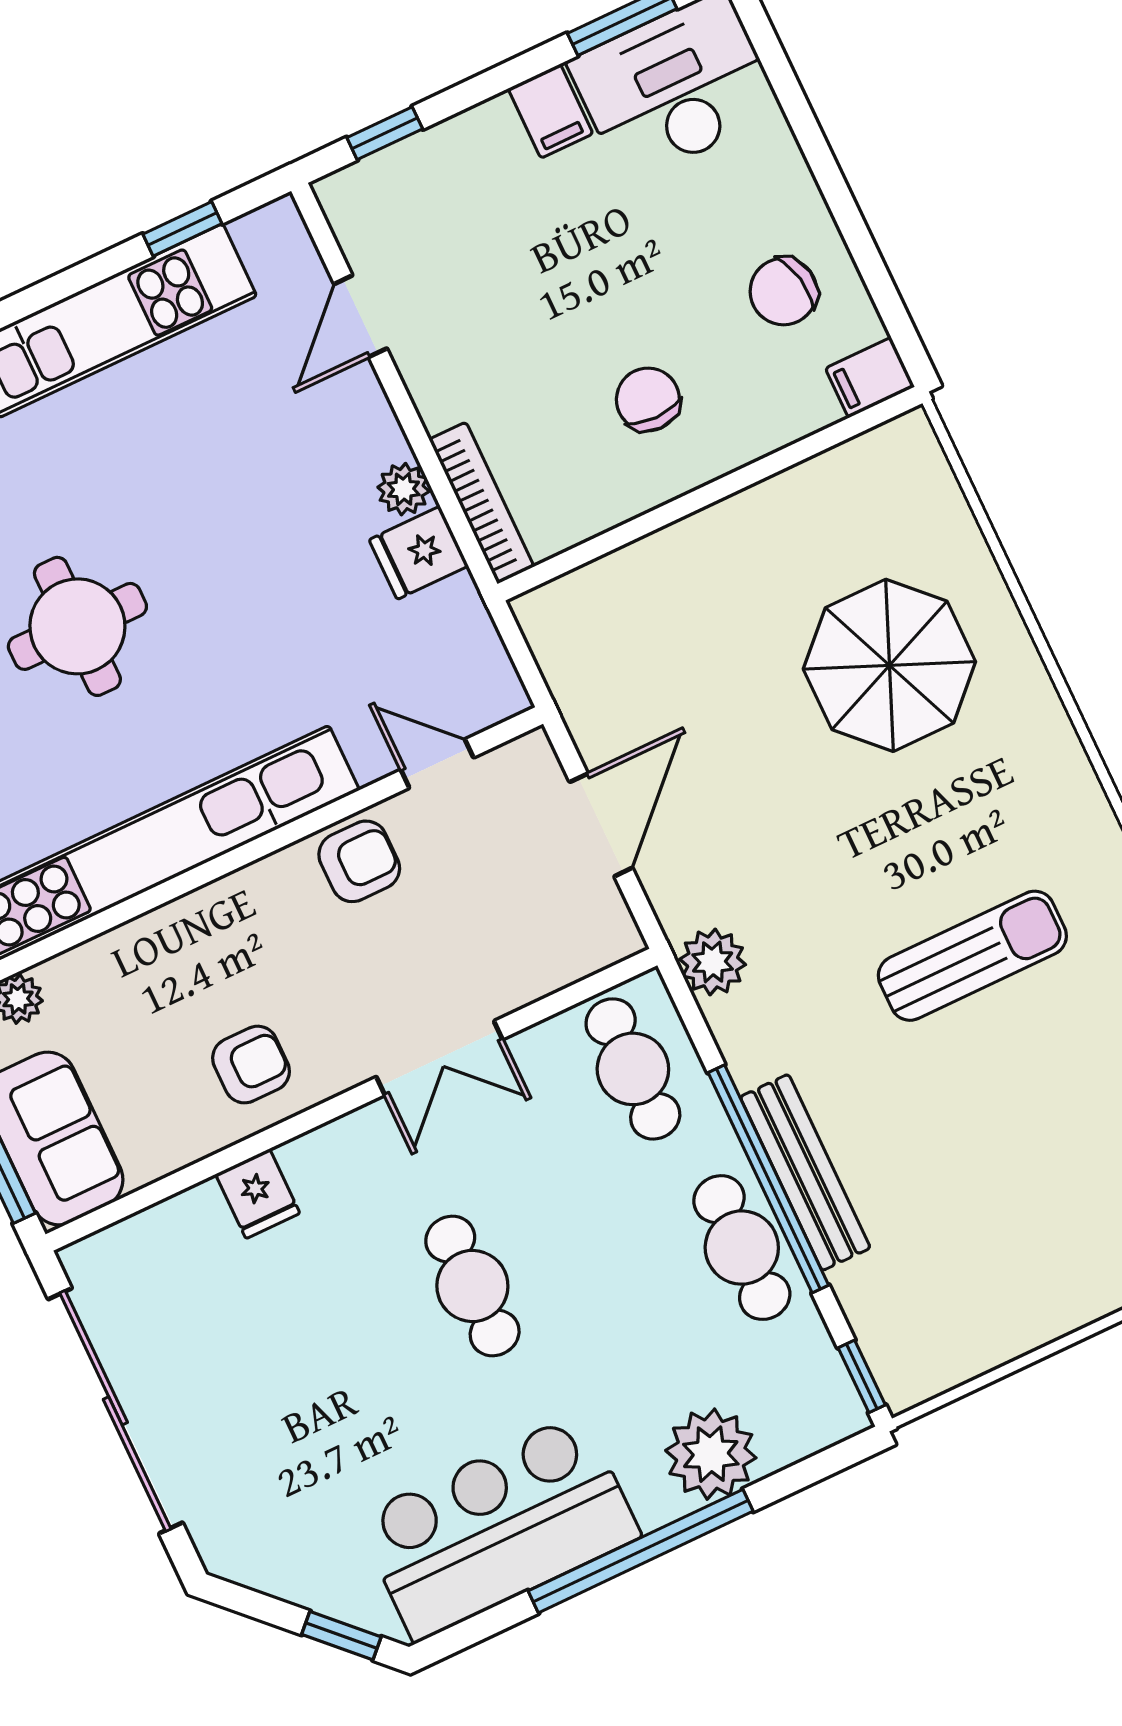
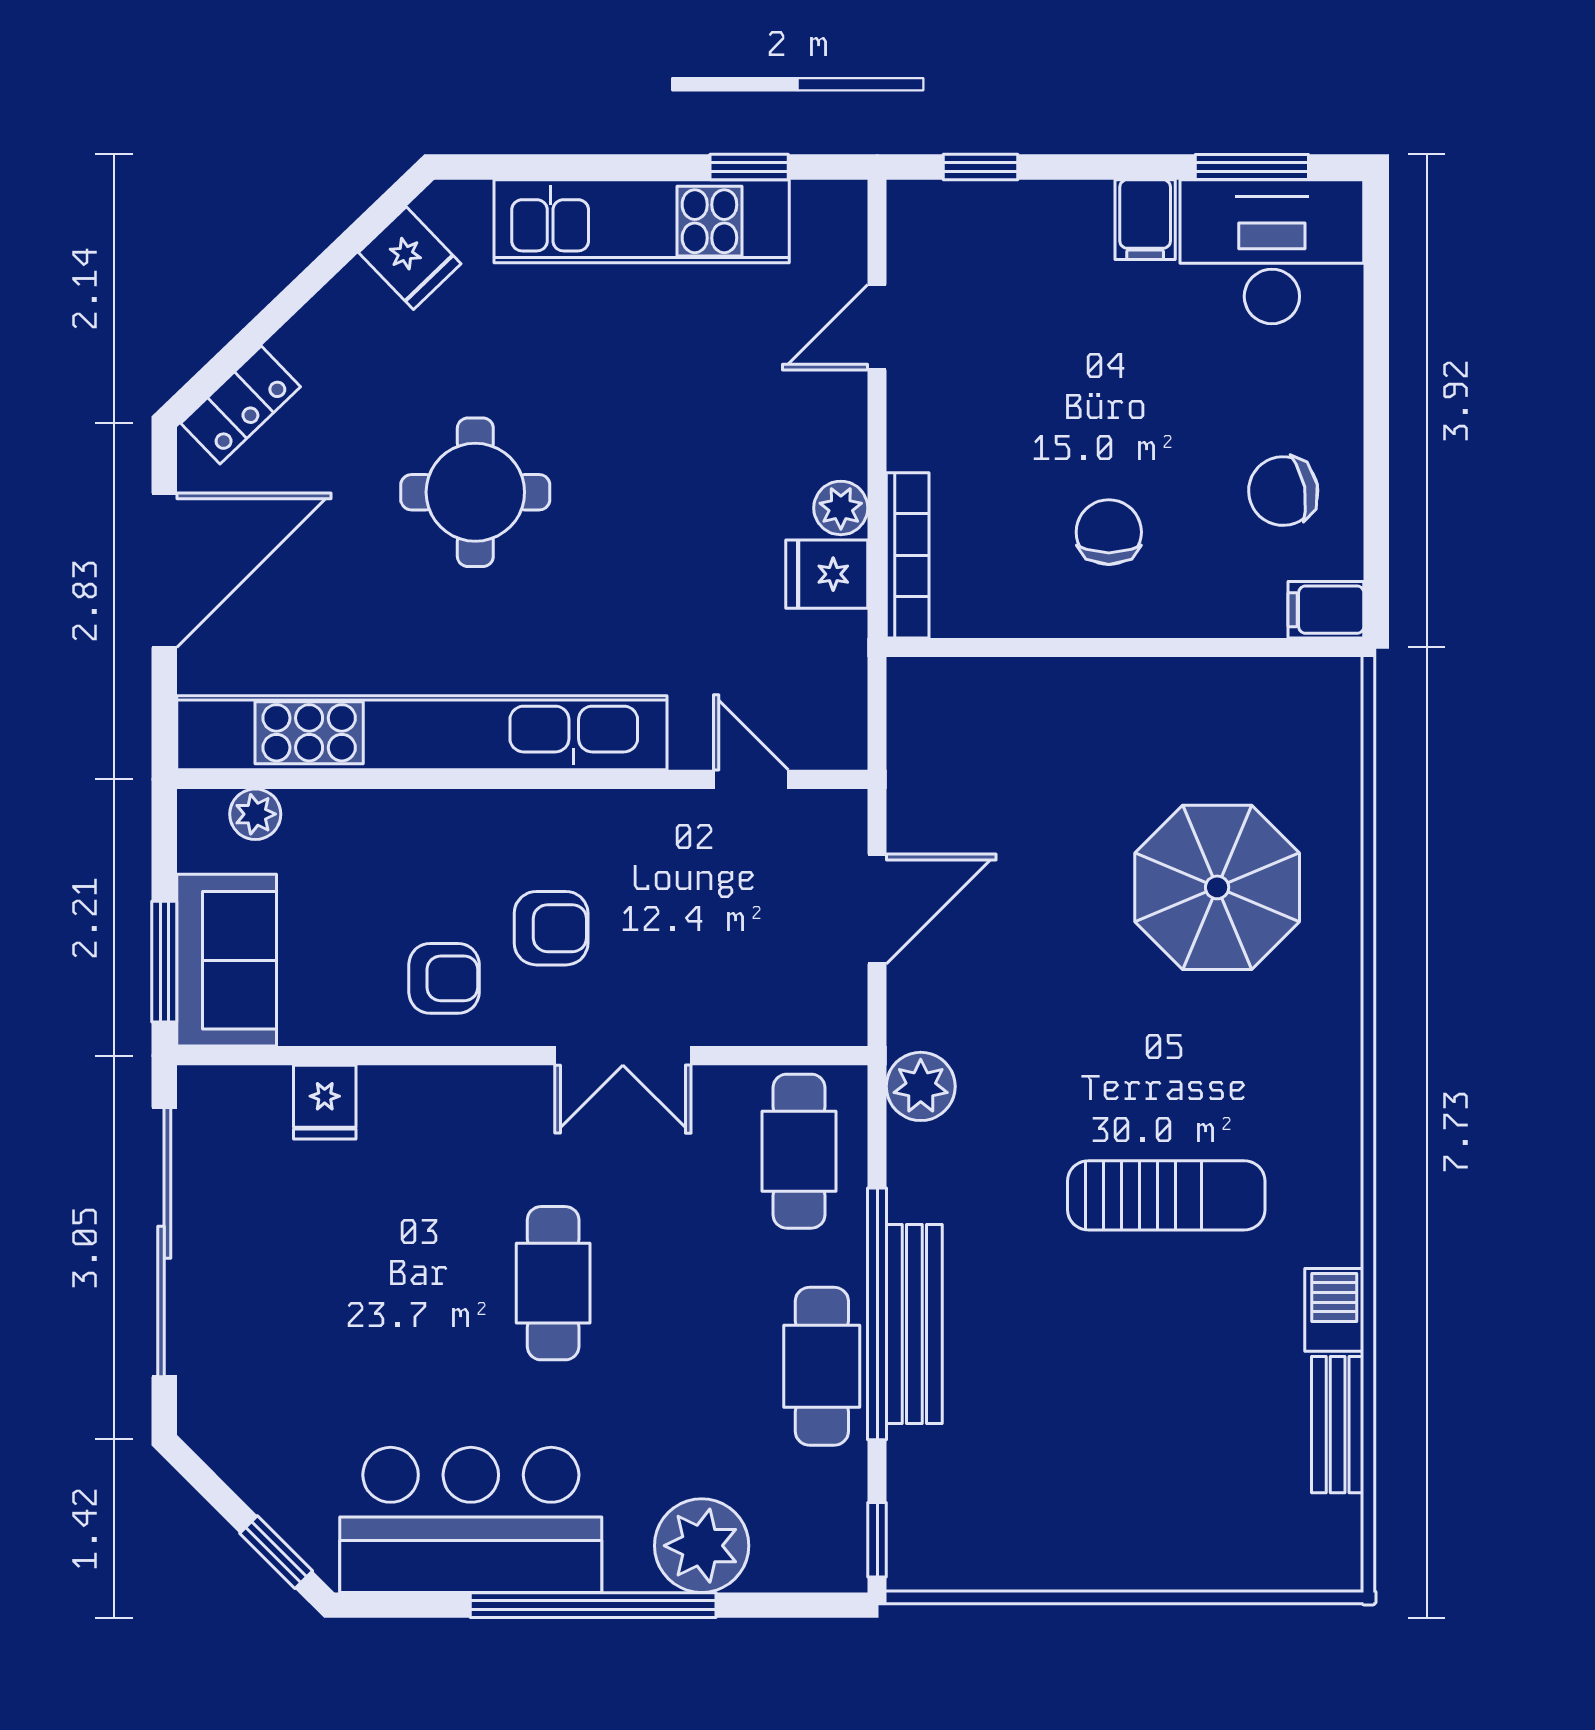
armchair: (359, 861) -> (551, 928), moved
fridge: (258, 1194) -> (325, 1102), moved

